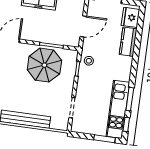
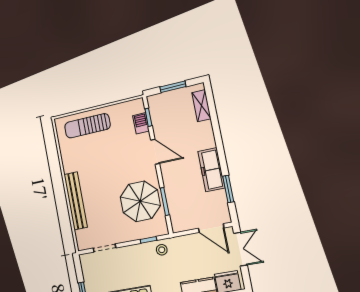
door: (83, 26) -> (211, 228), moved

